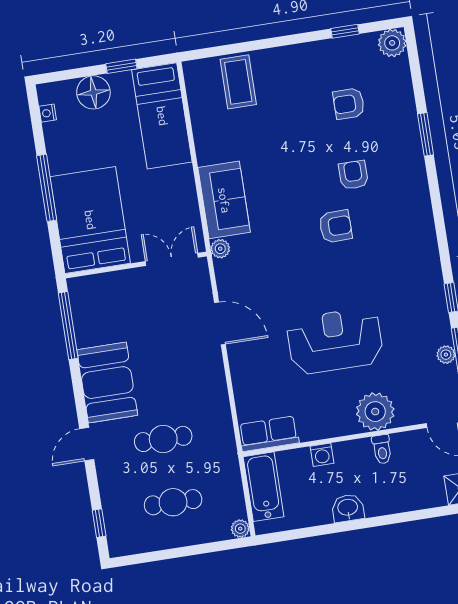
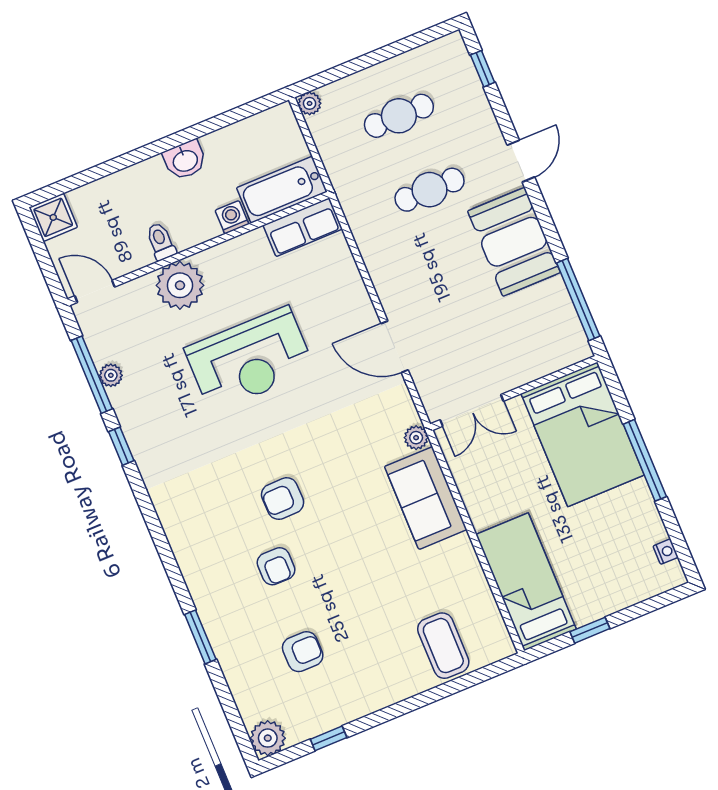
floor lamp: (93, 92) -> (616, 590), removed
bathtub: (264, 487) -> (282, 190), moved, turned 90

